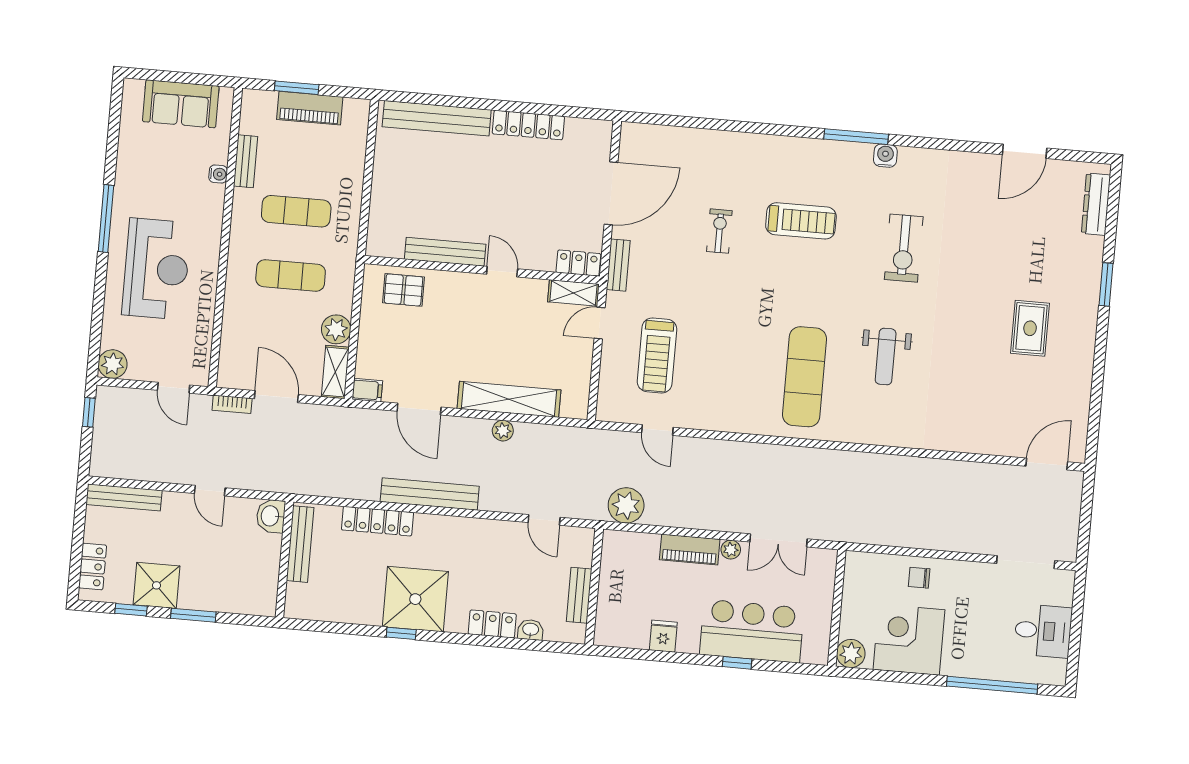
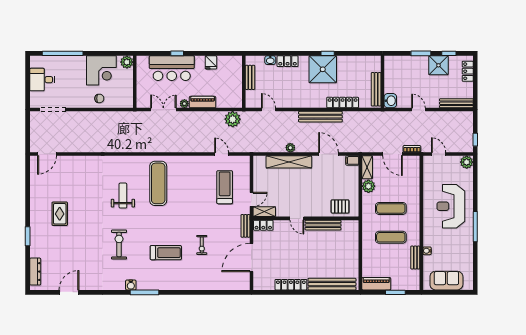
piano: (310, 108) -> (376, 284), moved
treadmill: (801, 221) -> (166, 253), turned 180

